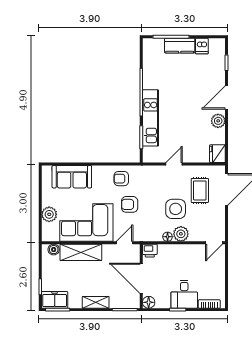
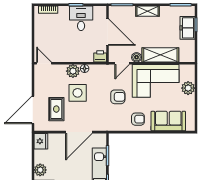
door: (174, 164) -> (79, 132), width x1.88
armchair: (121, 179) -> (138, 119), moved
door: (214, 243) -> (44, 63), hinge flipped
boiler: (54, 250) -> (137, 57), moved
desk: (184, 294) -> (81, 18), moved
freezer: (55, 300) -> (187, 28), moved, turned 90
floor lamp: (149, 302) -> (101, 11), removed

